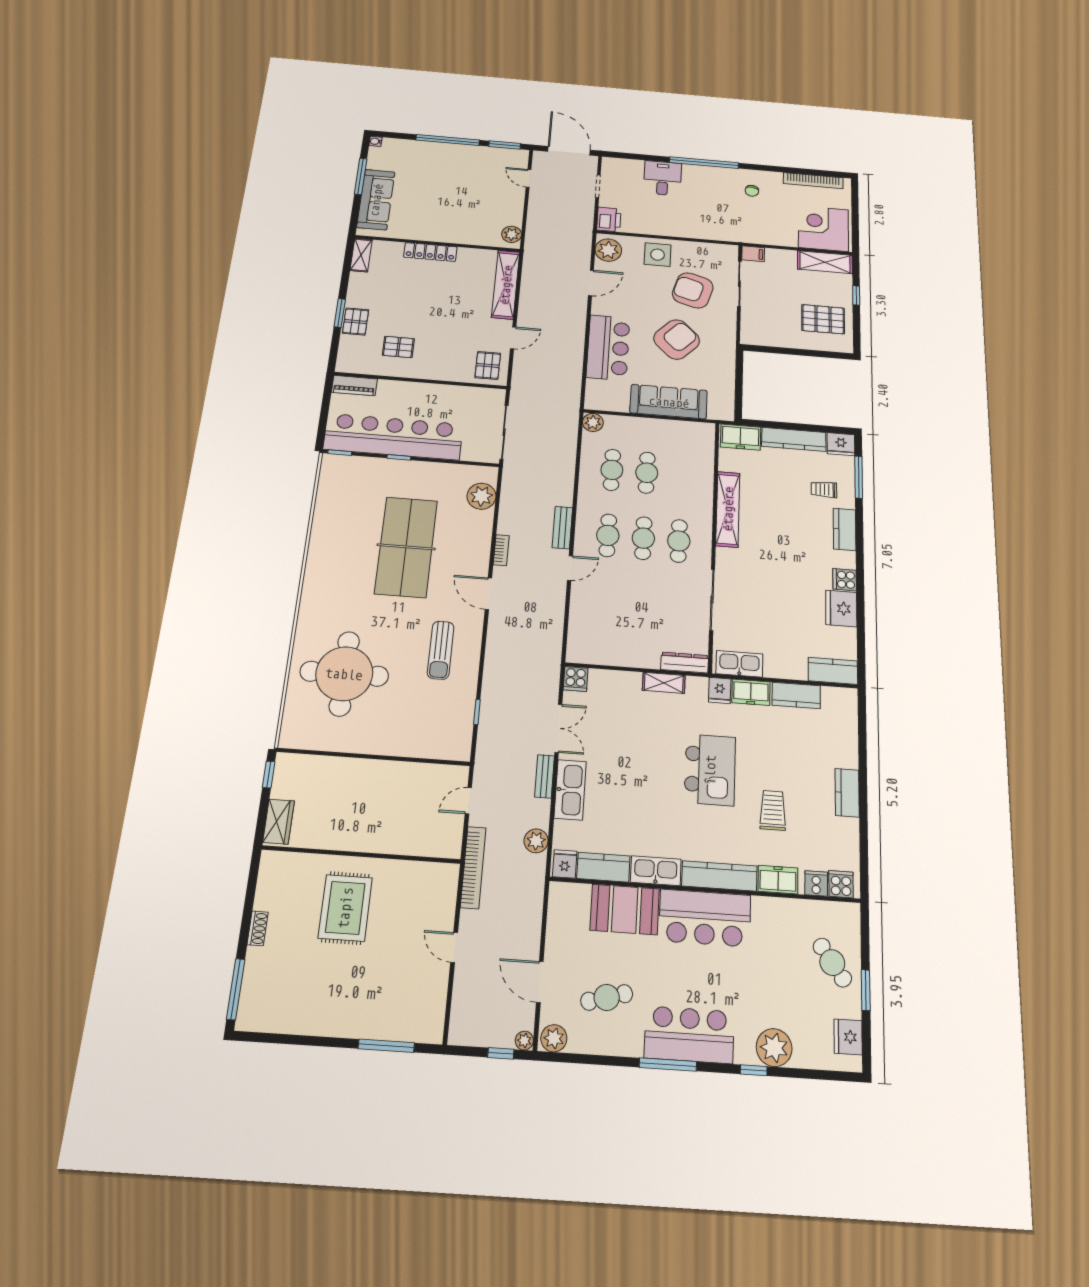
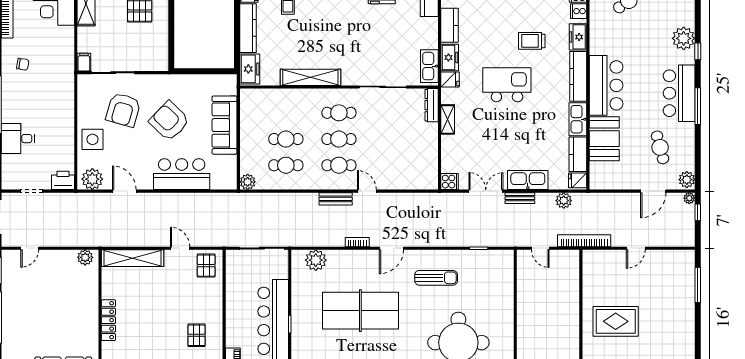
pallet: (488, 365) -> (206, 266), turned 90

